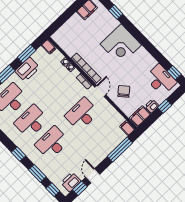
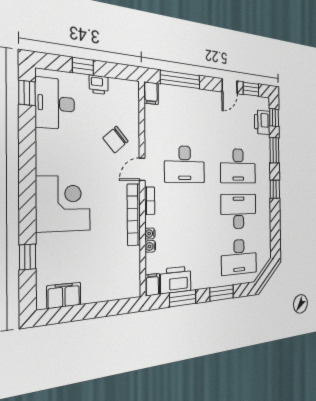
printer: (27, 69) -> (176, 280), moved
filing cabinet: (140, 116) -> (124, 90), removed
desk: (31, 121) -> (239, 211), turned 180
printer: (71, 182) -> (262, 122), moved, turned 90

